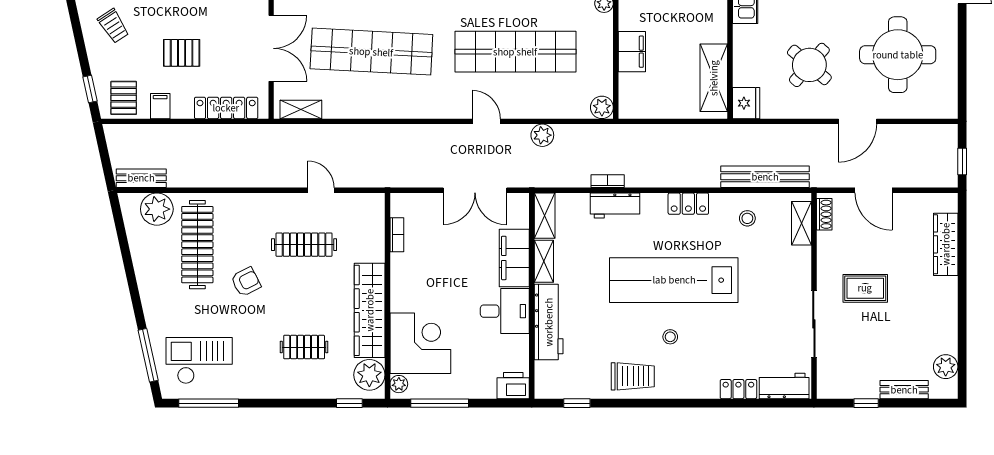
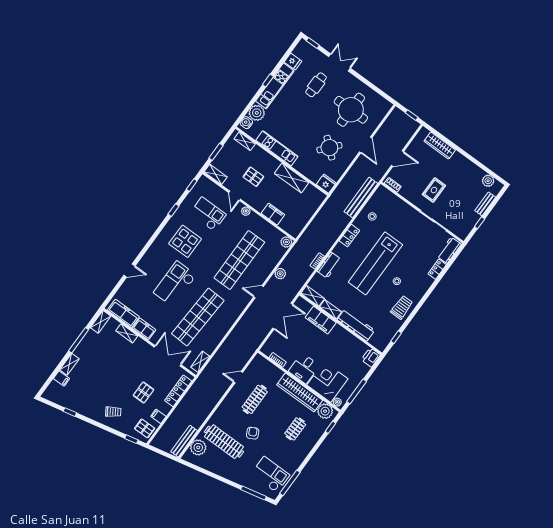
shelving: (714, 78) -> (292, 178), moved
bench: (141, 178) -> (184, 441), width x1.36
shelving: (802, 223) -> (390, 196), removed
desk: (505, 311) -> (304, 368), moved, turned 180
checkout: (199, 361) -> (270, 474), turned 90

